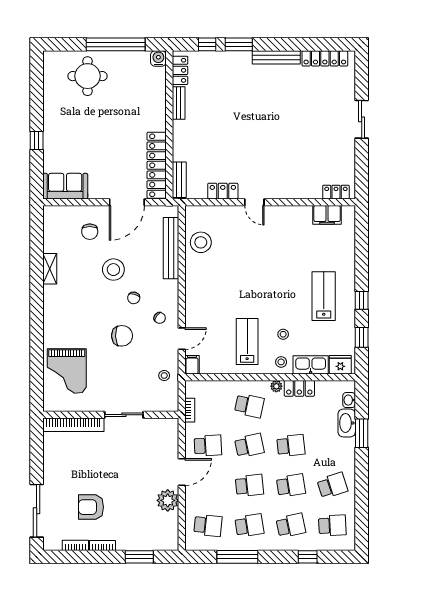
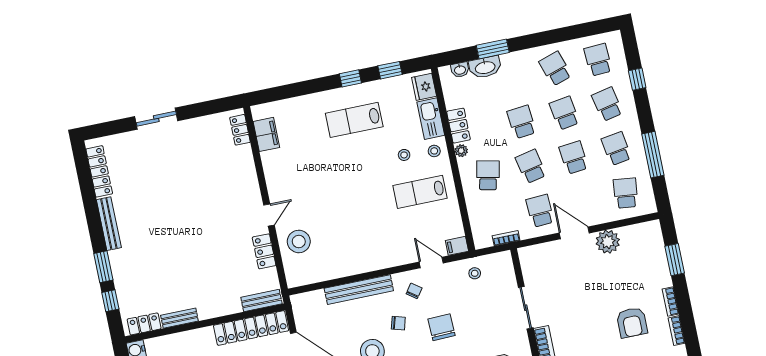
stool: (201, 242) -> (299, 241), moved
bench: (171, 248) -> (359, 290), moved

